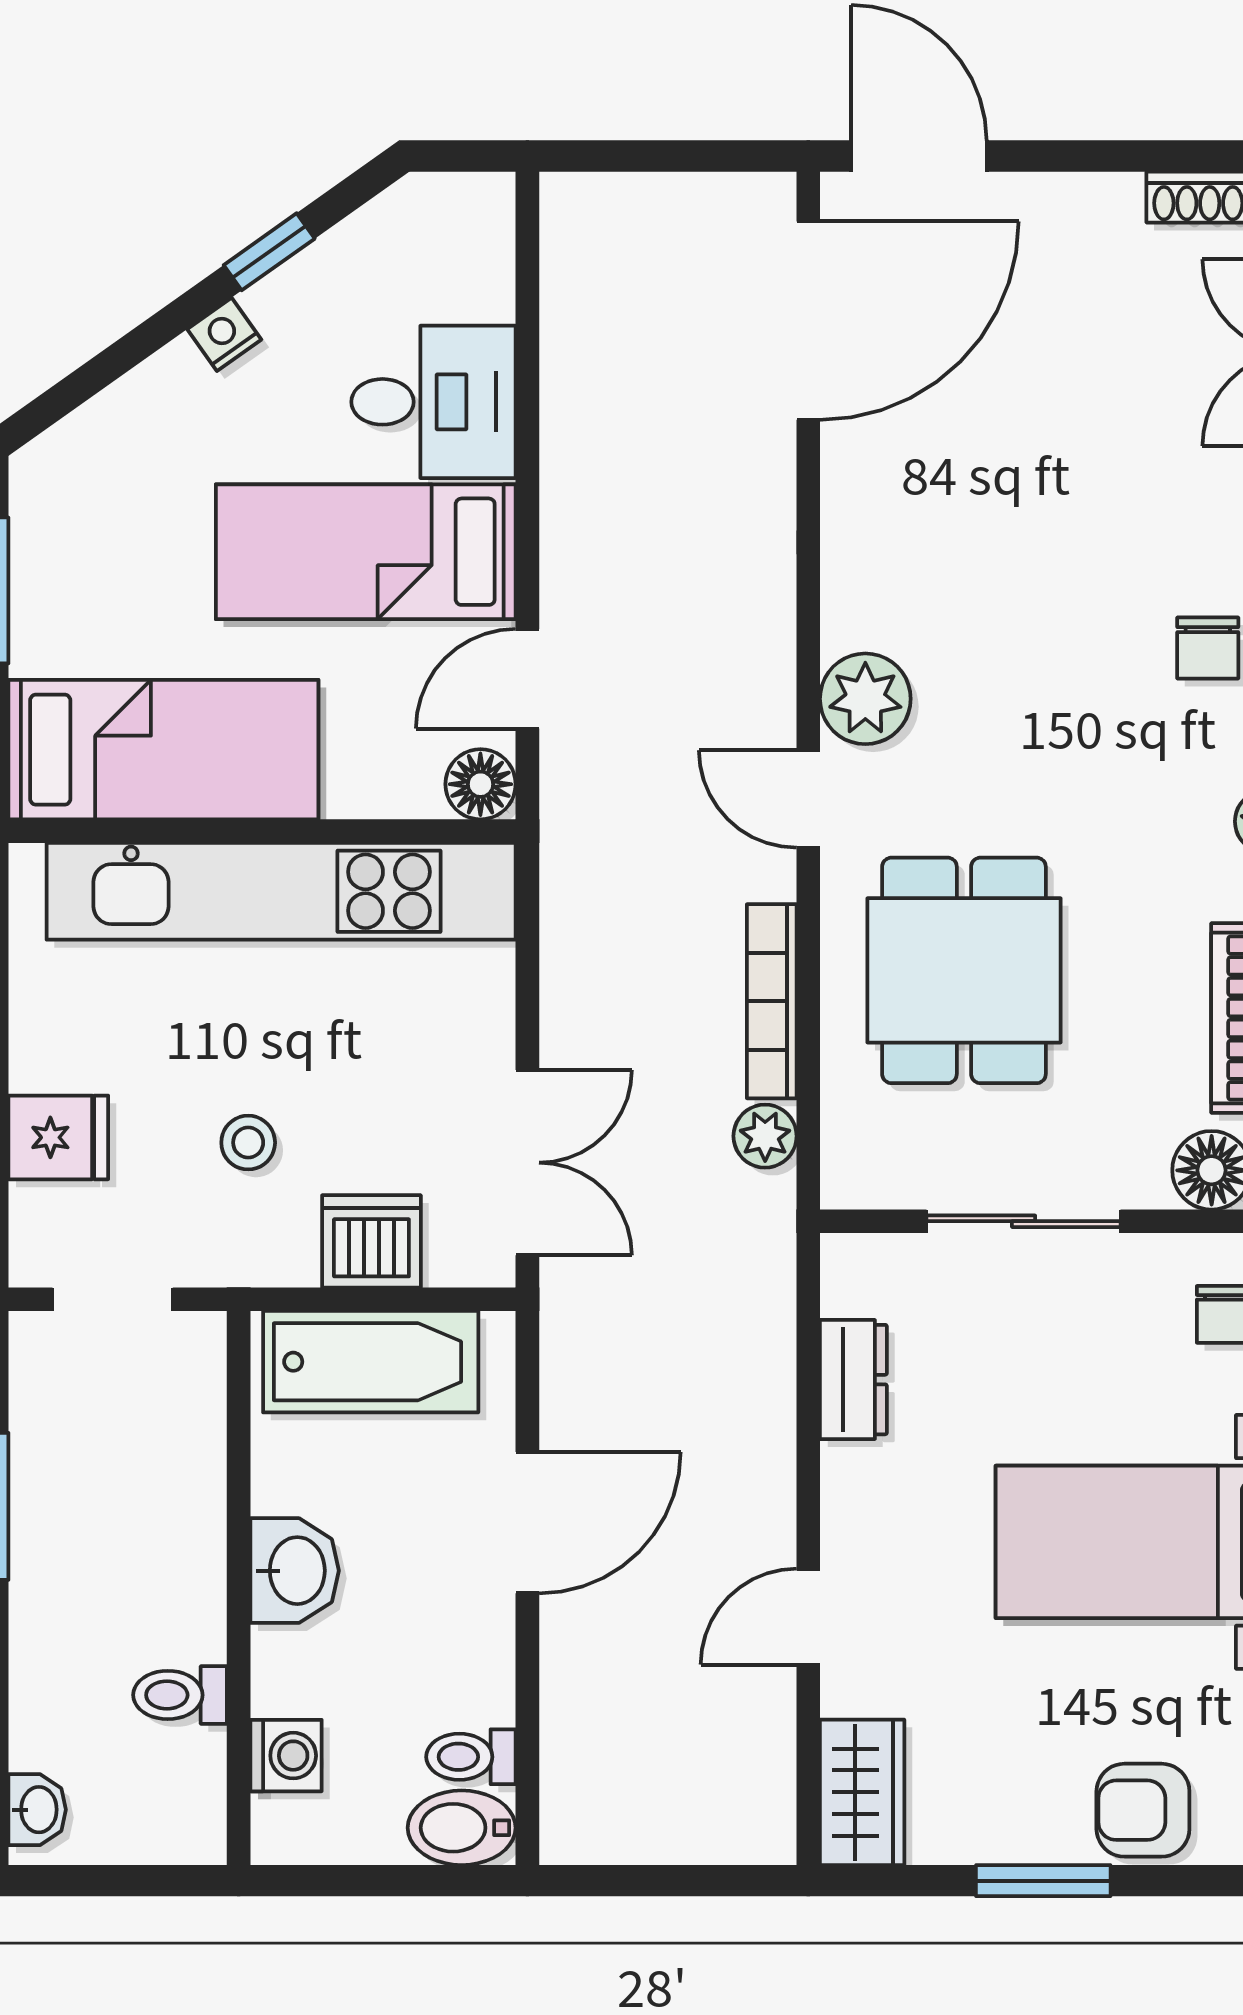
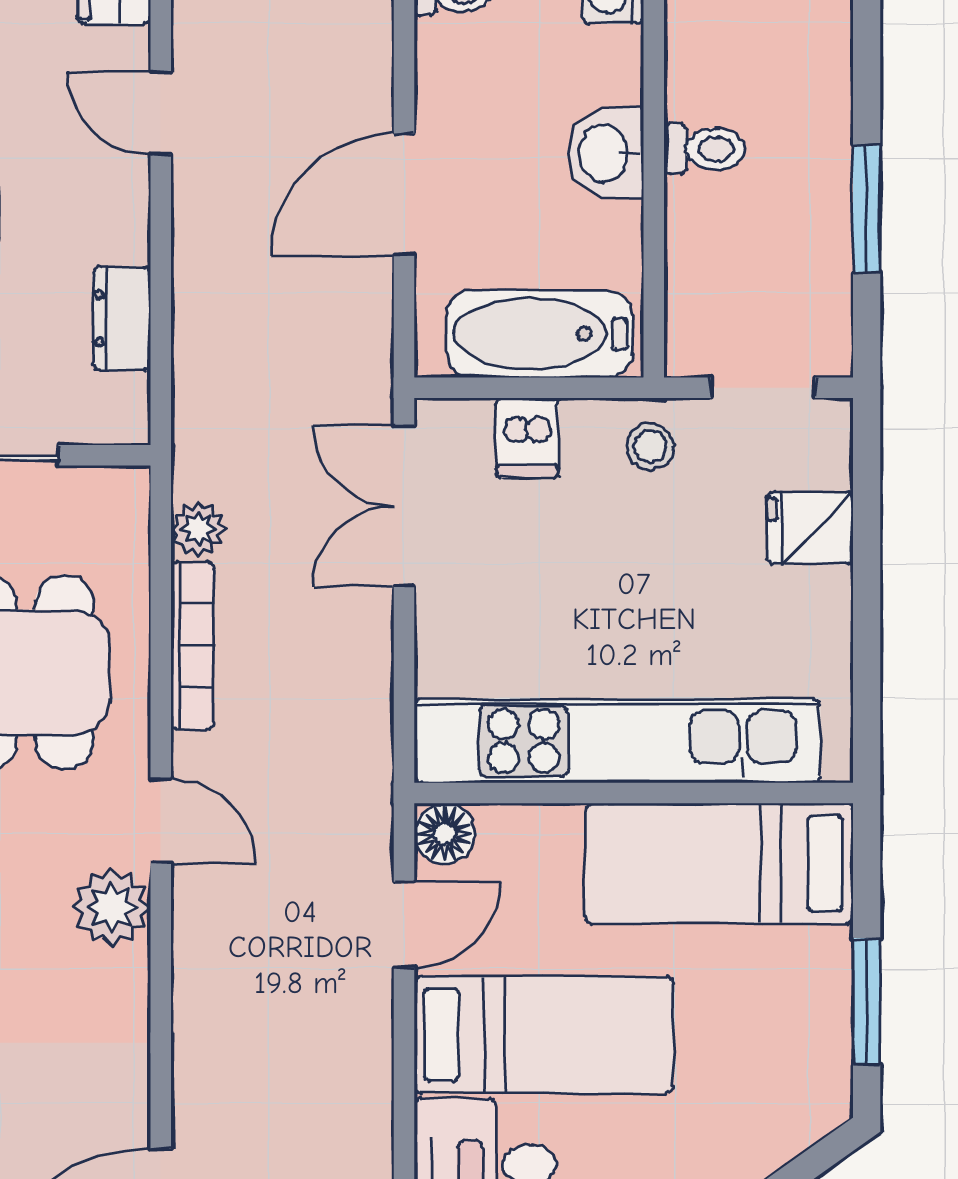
stool: (248, 1143) -> (650, 446), moved
dishwasher: (371, 1241) -> (527, 438), width x0.73
door: (808, 1617) -> (161, 113), swing flipped
toilet: (180, 1695) -> (705, 149), moved

